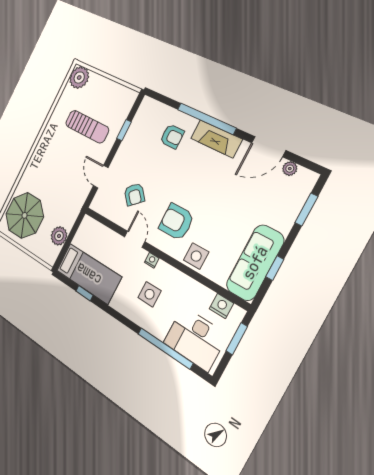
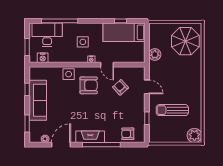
armchair: (172, 136) -> (128, 134), moved
plant: (59, 236) -> (155, 54), moved
sofa: (255, 263) -> (38, 100), moved

